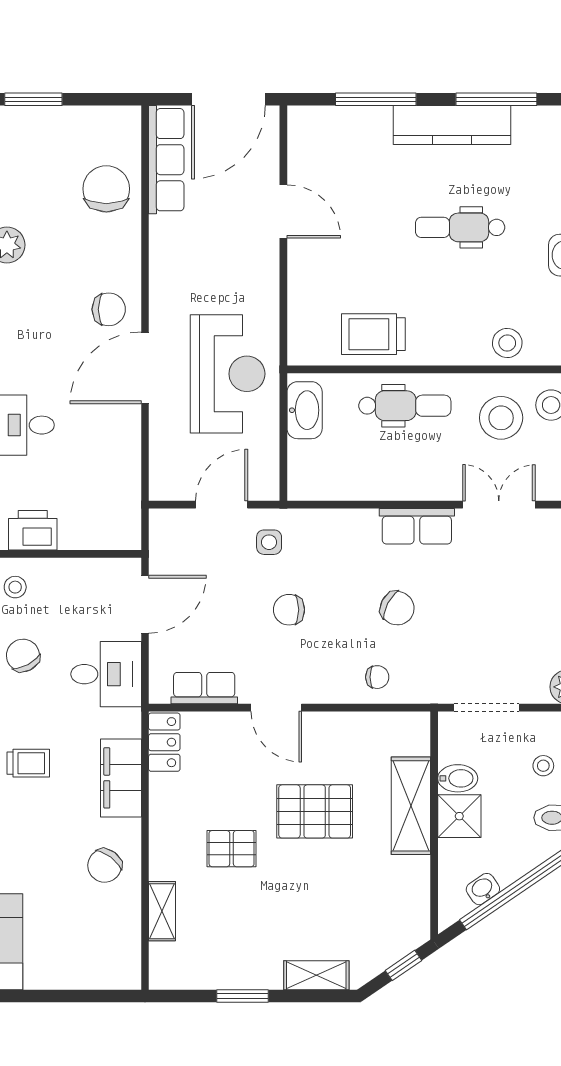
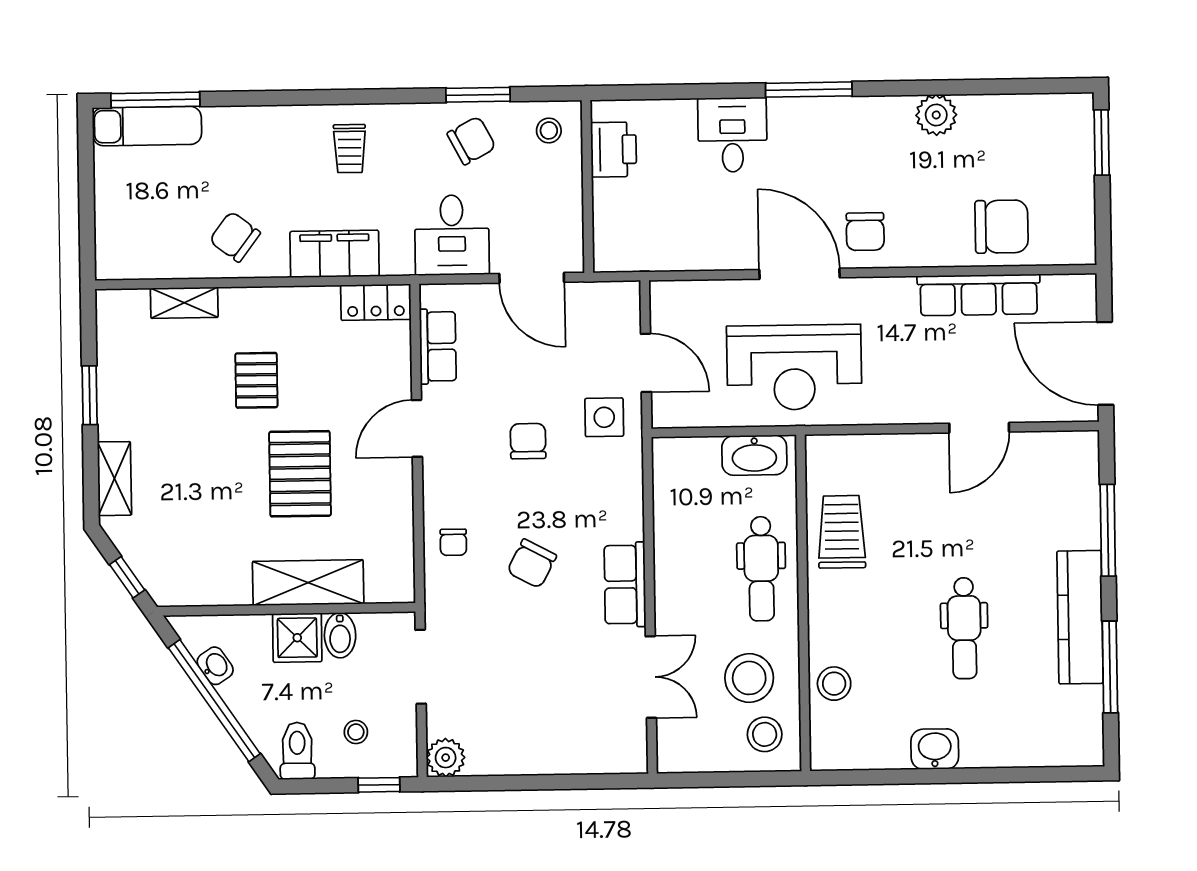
row of seats: (166, 160) -> (979, 295), moved
dental chair: (460, 227) -> (964, 628), turned 180
side table: (269, 542) -> (604, 417), width x1.37, depth x1.37

